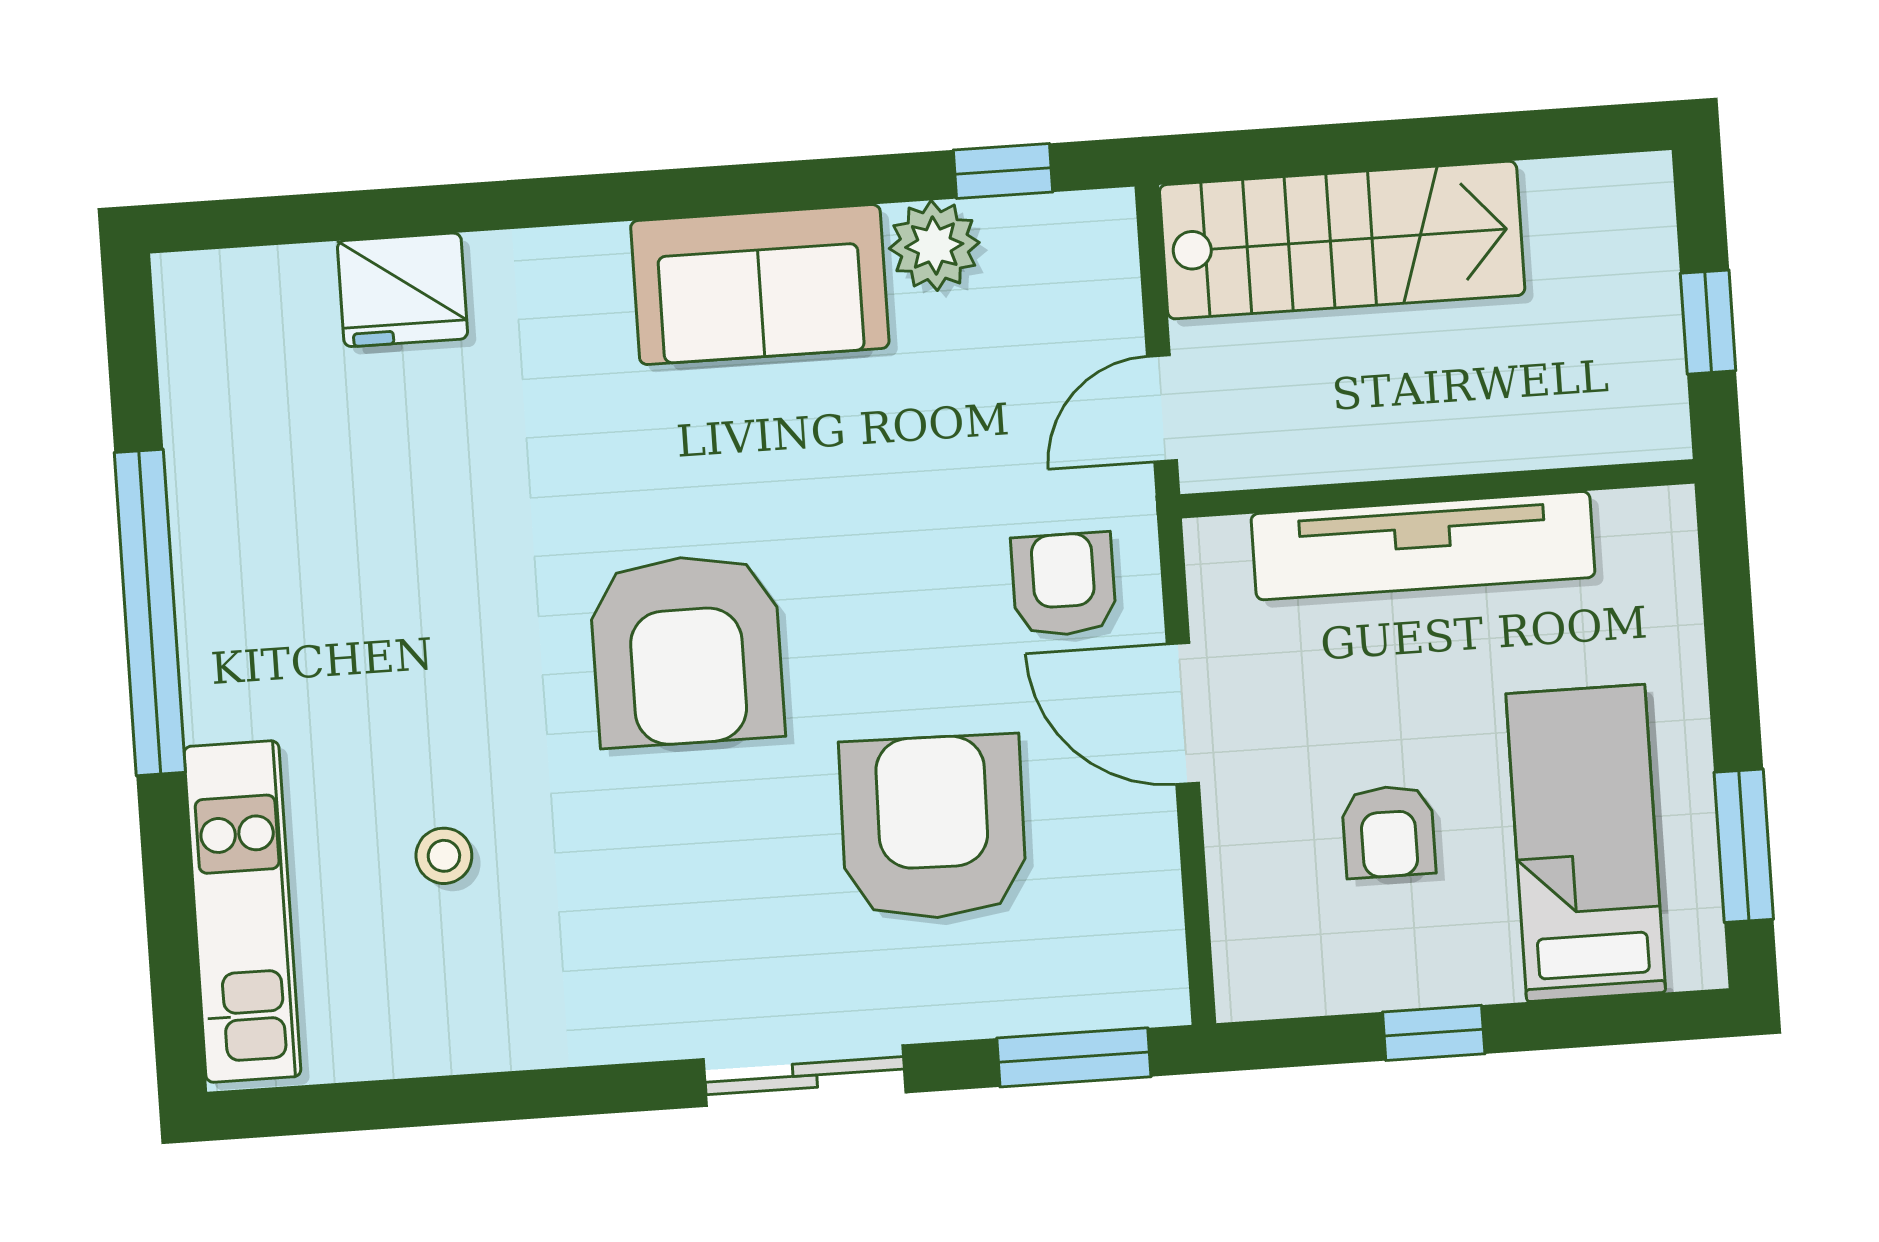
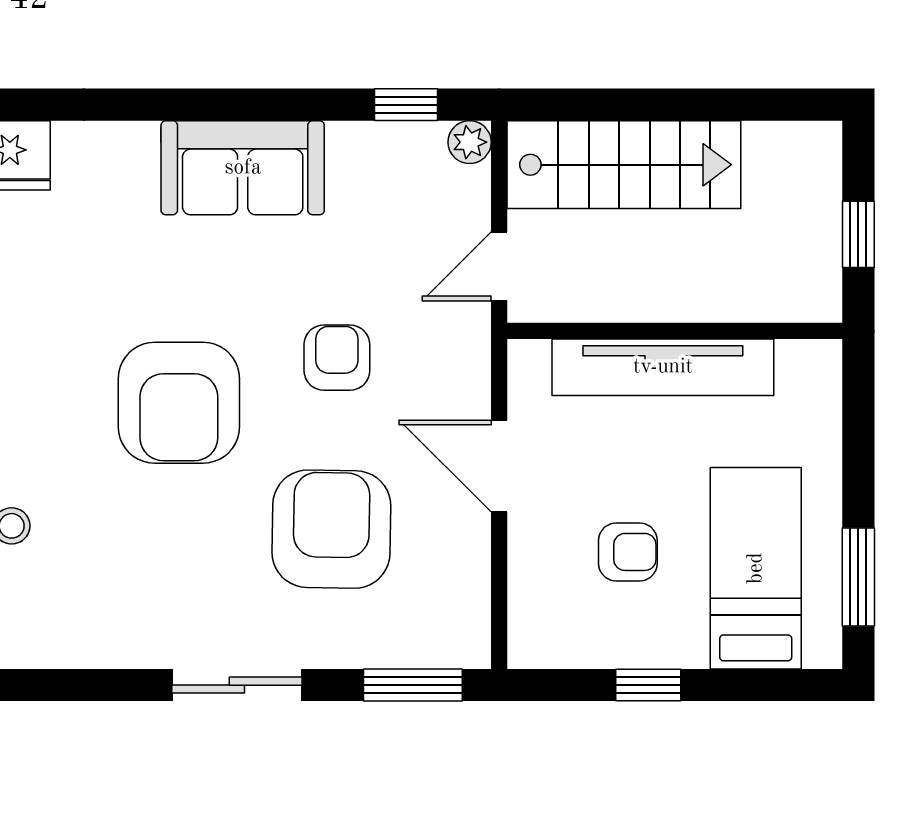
plant: (934, 246) -> (470, 142), moved, width x0.73, depth x0.73
armchair: (1064, 584) -> (337, 358), moved
armchair: (1389, 832) -> (628, 552), turned -90

